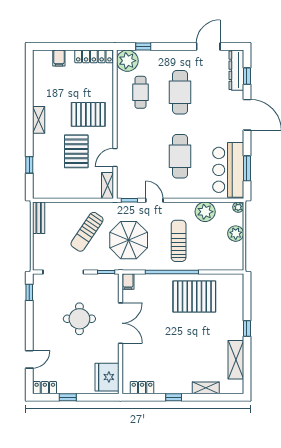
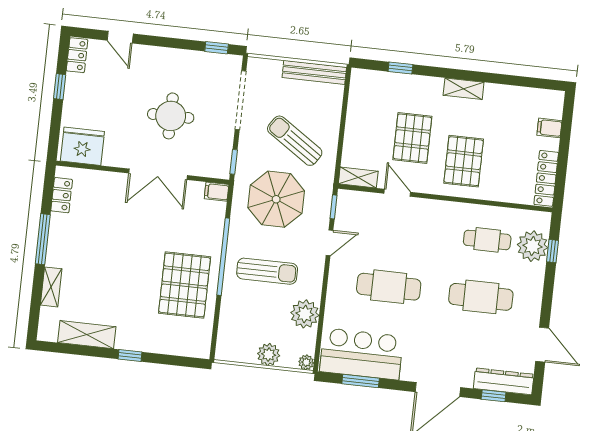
plant: (127, 61) -> (532, 246), moved
pallet: (76, 151) -> (412, 138), turned 90
bench: (39, 218) -> (314, 72), width x1.36
window: (174, 397) -> (43, 239), width x2.17

